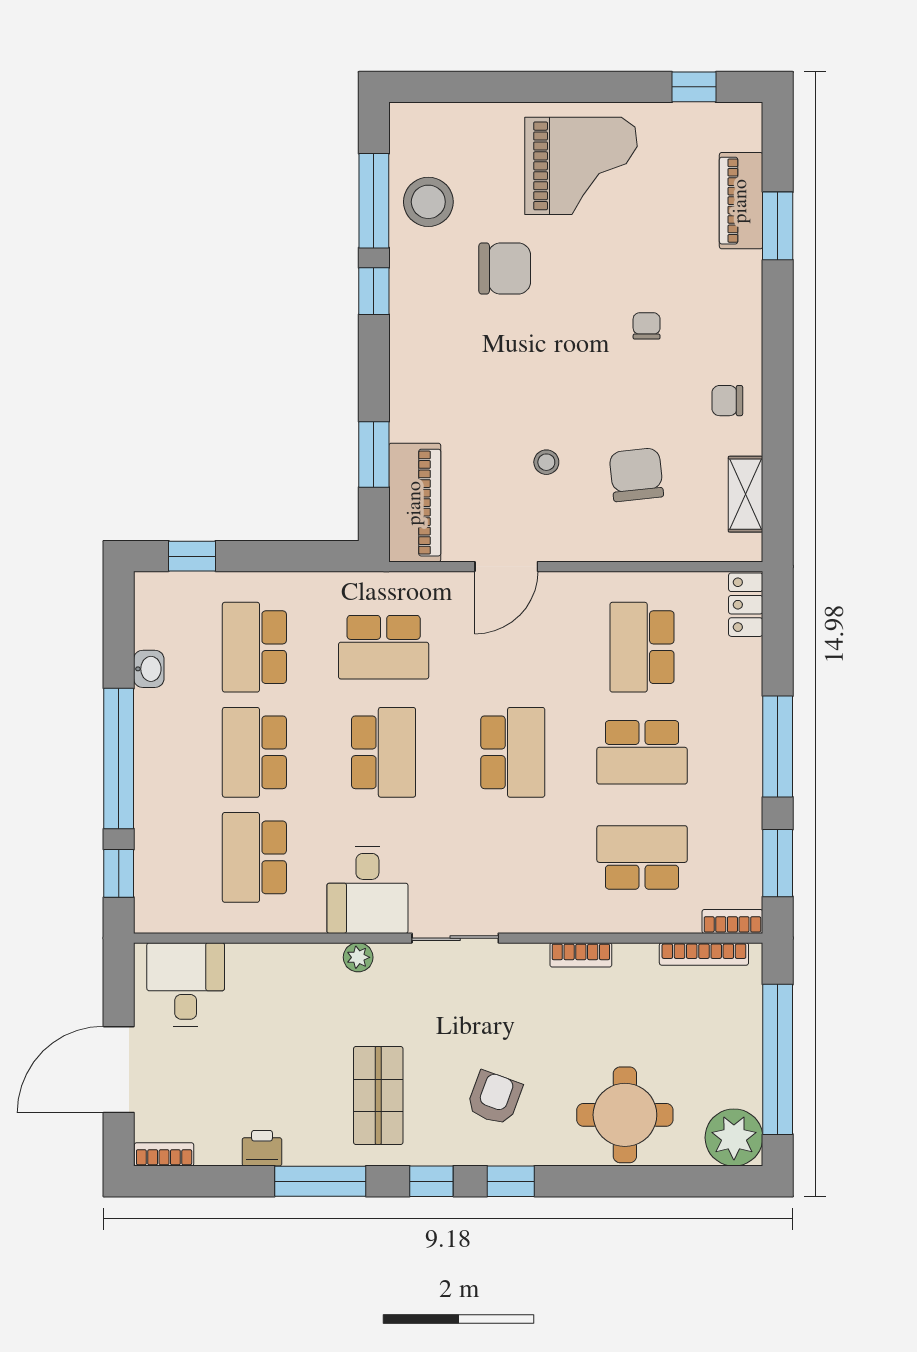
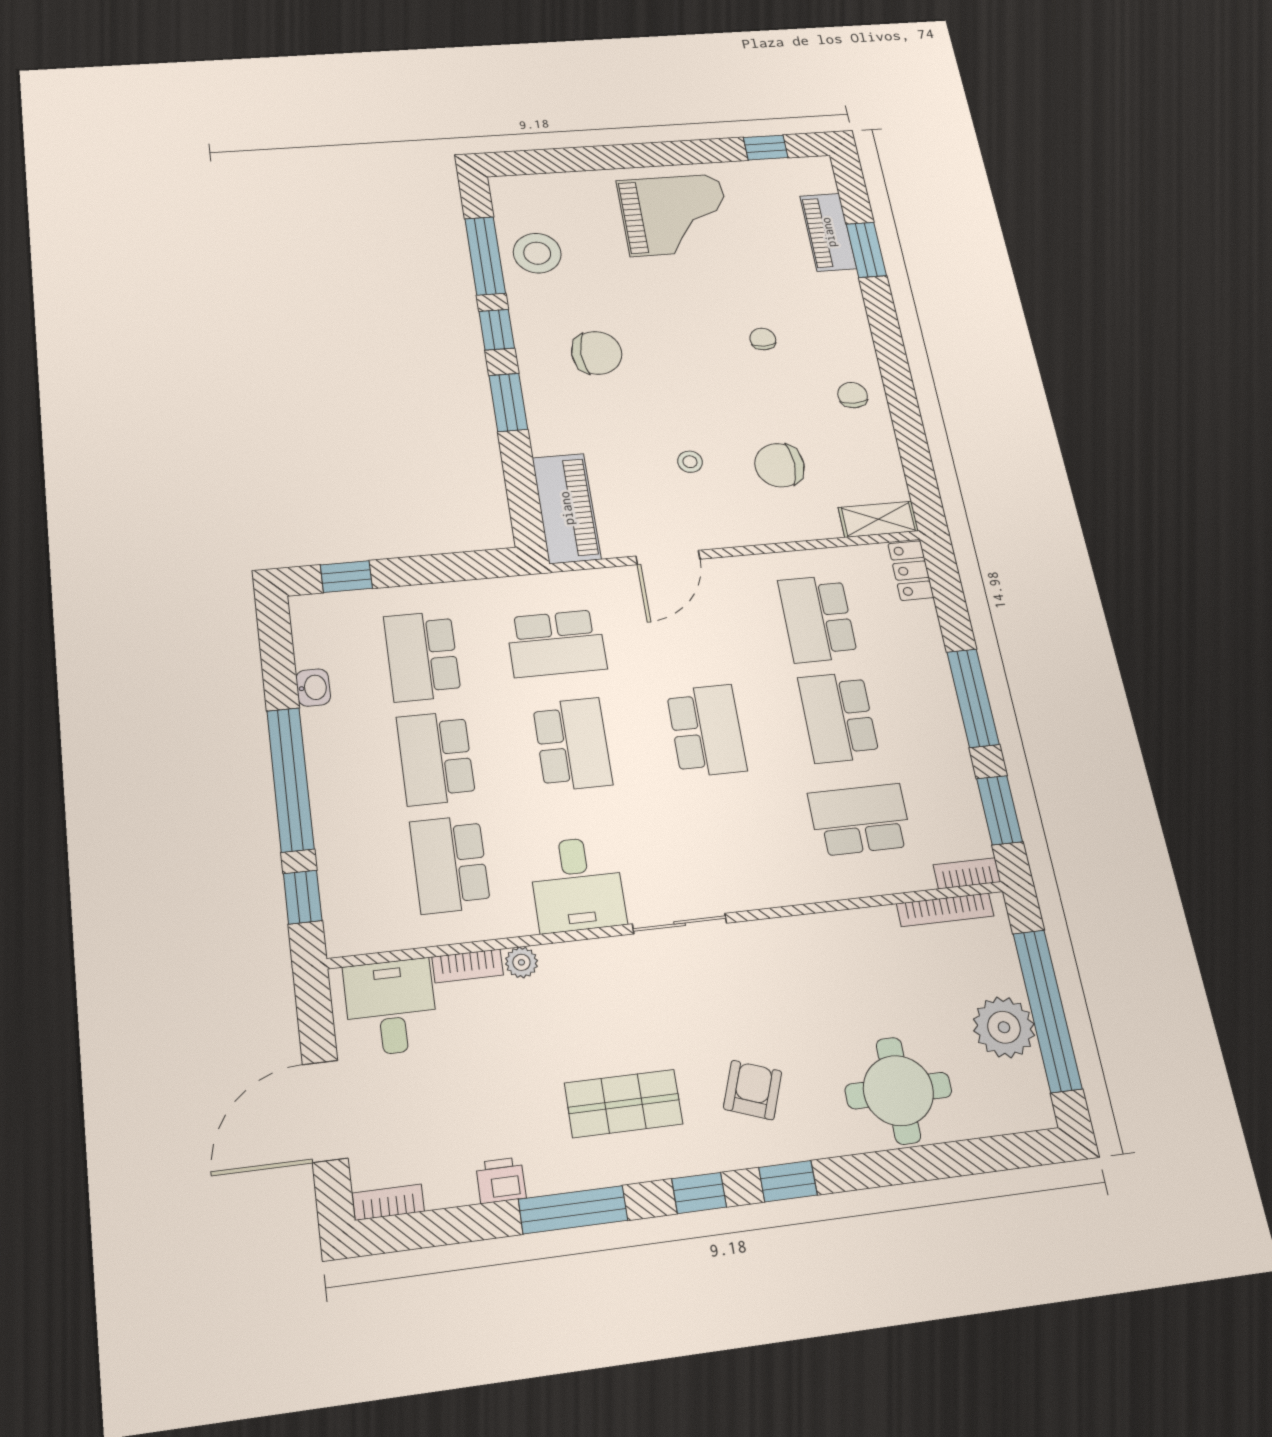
chair: (505, 268) -> (597, 353), moved
chair: (727, 401) -> (853, 395), turned 90
window: (374, 454) -> (508, 402), moved
chair: (636, 475) -> (779, 465), turned -84
shelving: (746, 494) -> (878, 519), moved, turned 90
school desk: (642, 752) -> (838, 717), turned 90
bookcase: (581, 955) -> (468, 966), moved
plant: (358, 957) -> (521, 962), moved
shop shelf: (378, 1095) -> (624, 1104), turned 90
plant: (734, 1138) -> (1004, 1027), moved

